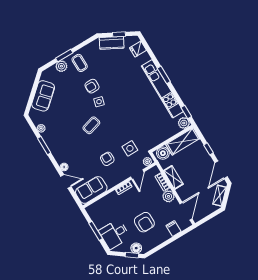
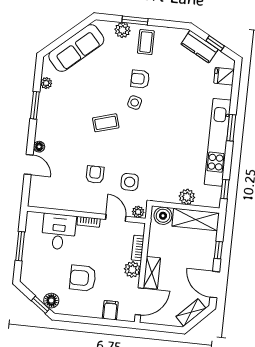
sofa: (43, 96) -> (76, 48), width x1.36
plant: (184, 123) -> (187, 197), moved
door: (221, 170) -> (215, 285), hinge flipped
door: (137, 174) -> (116, 218), swing flipped
shelving: (173, 177) -> (152, 273), moved
sofa: (91, 190) -> (50, 196), removed
armchair: (144, 222) -> (83, 278), turned 90
desk: (114, 234) -> (59, 232), moved, turned 90

